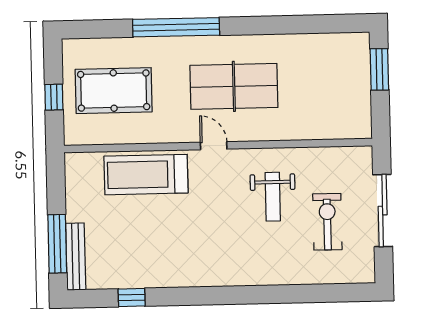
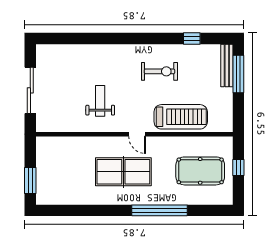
exercise bike: (327, 222) -> (159, 71), moved, turned -90

